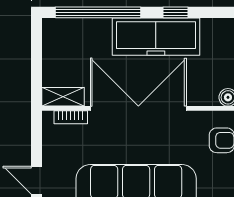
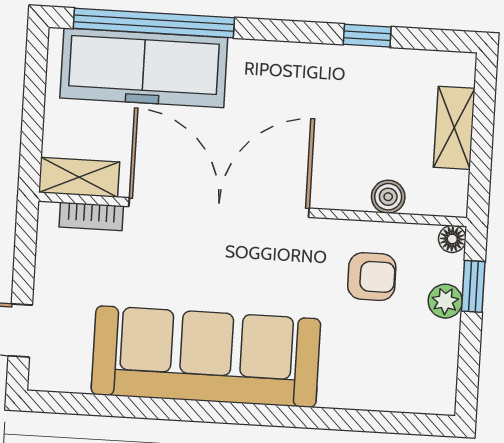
window: (176, 12) -> (367, 36), moved
freezer: (156, 37) -> (144, 68), moved

